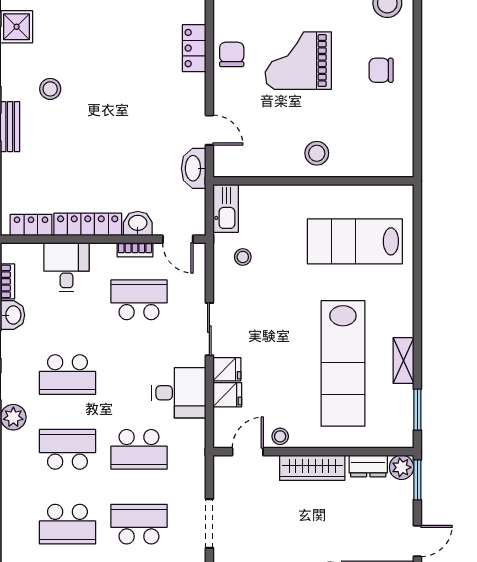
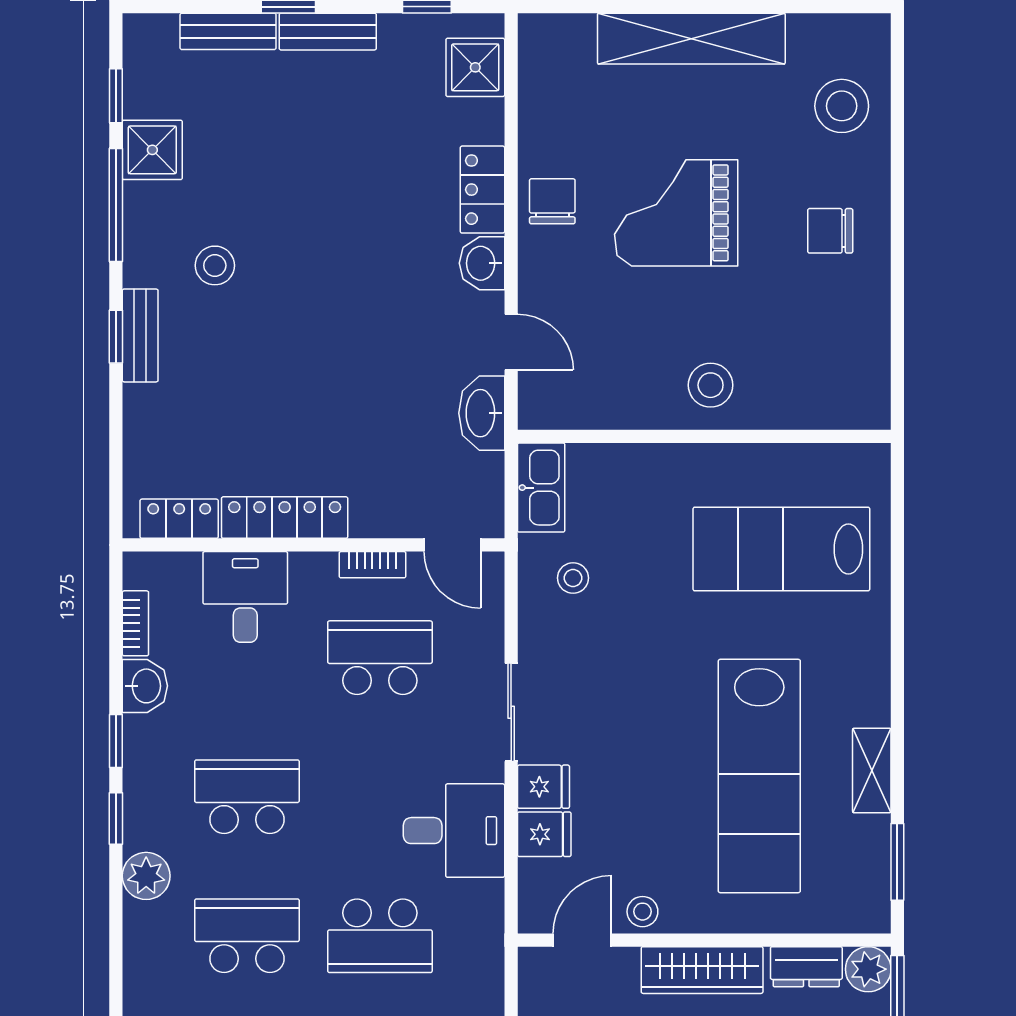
washbasin: (138, 224) -> (482, 263), moved, turned -90
school desk: (67, 375) -> (247, 797), turned 180

